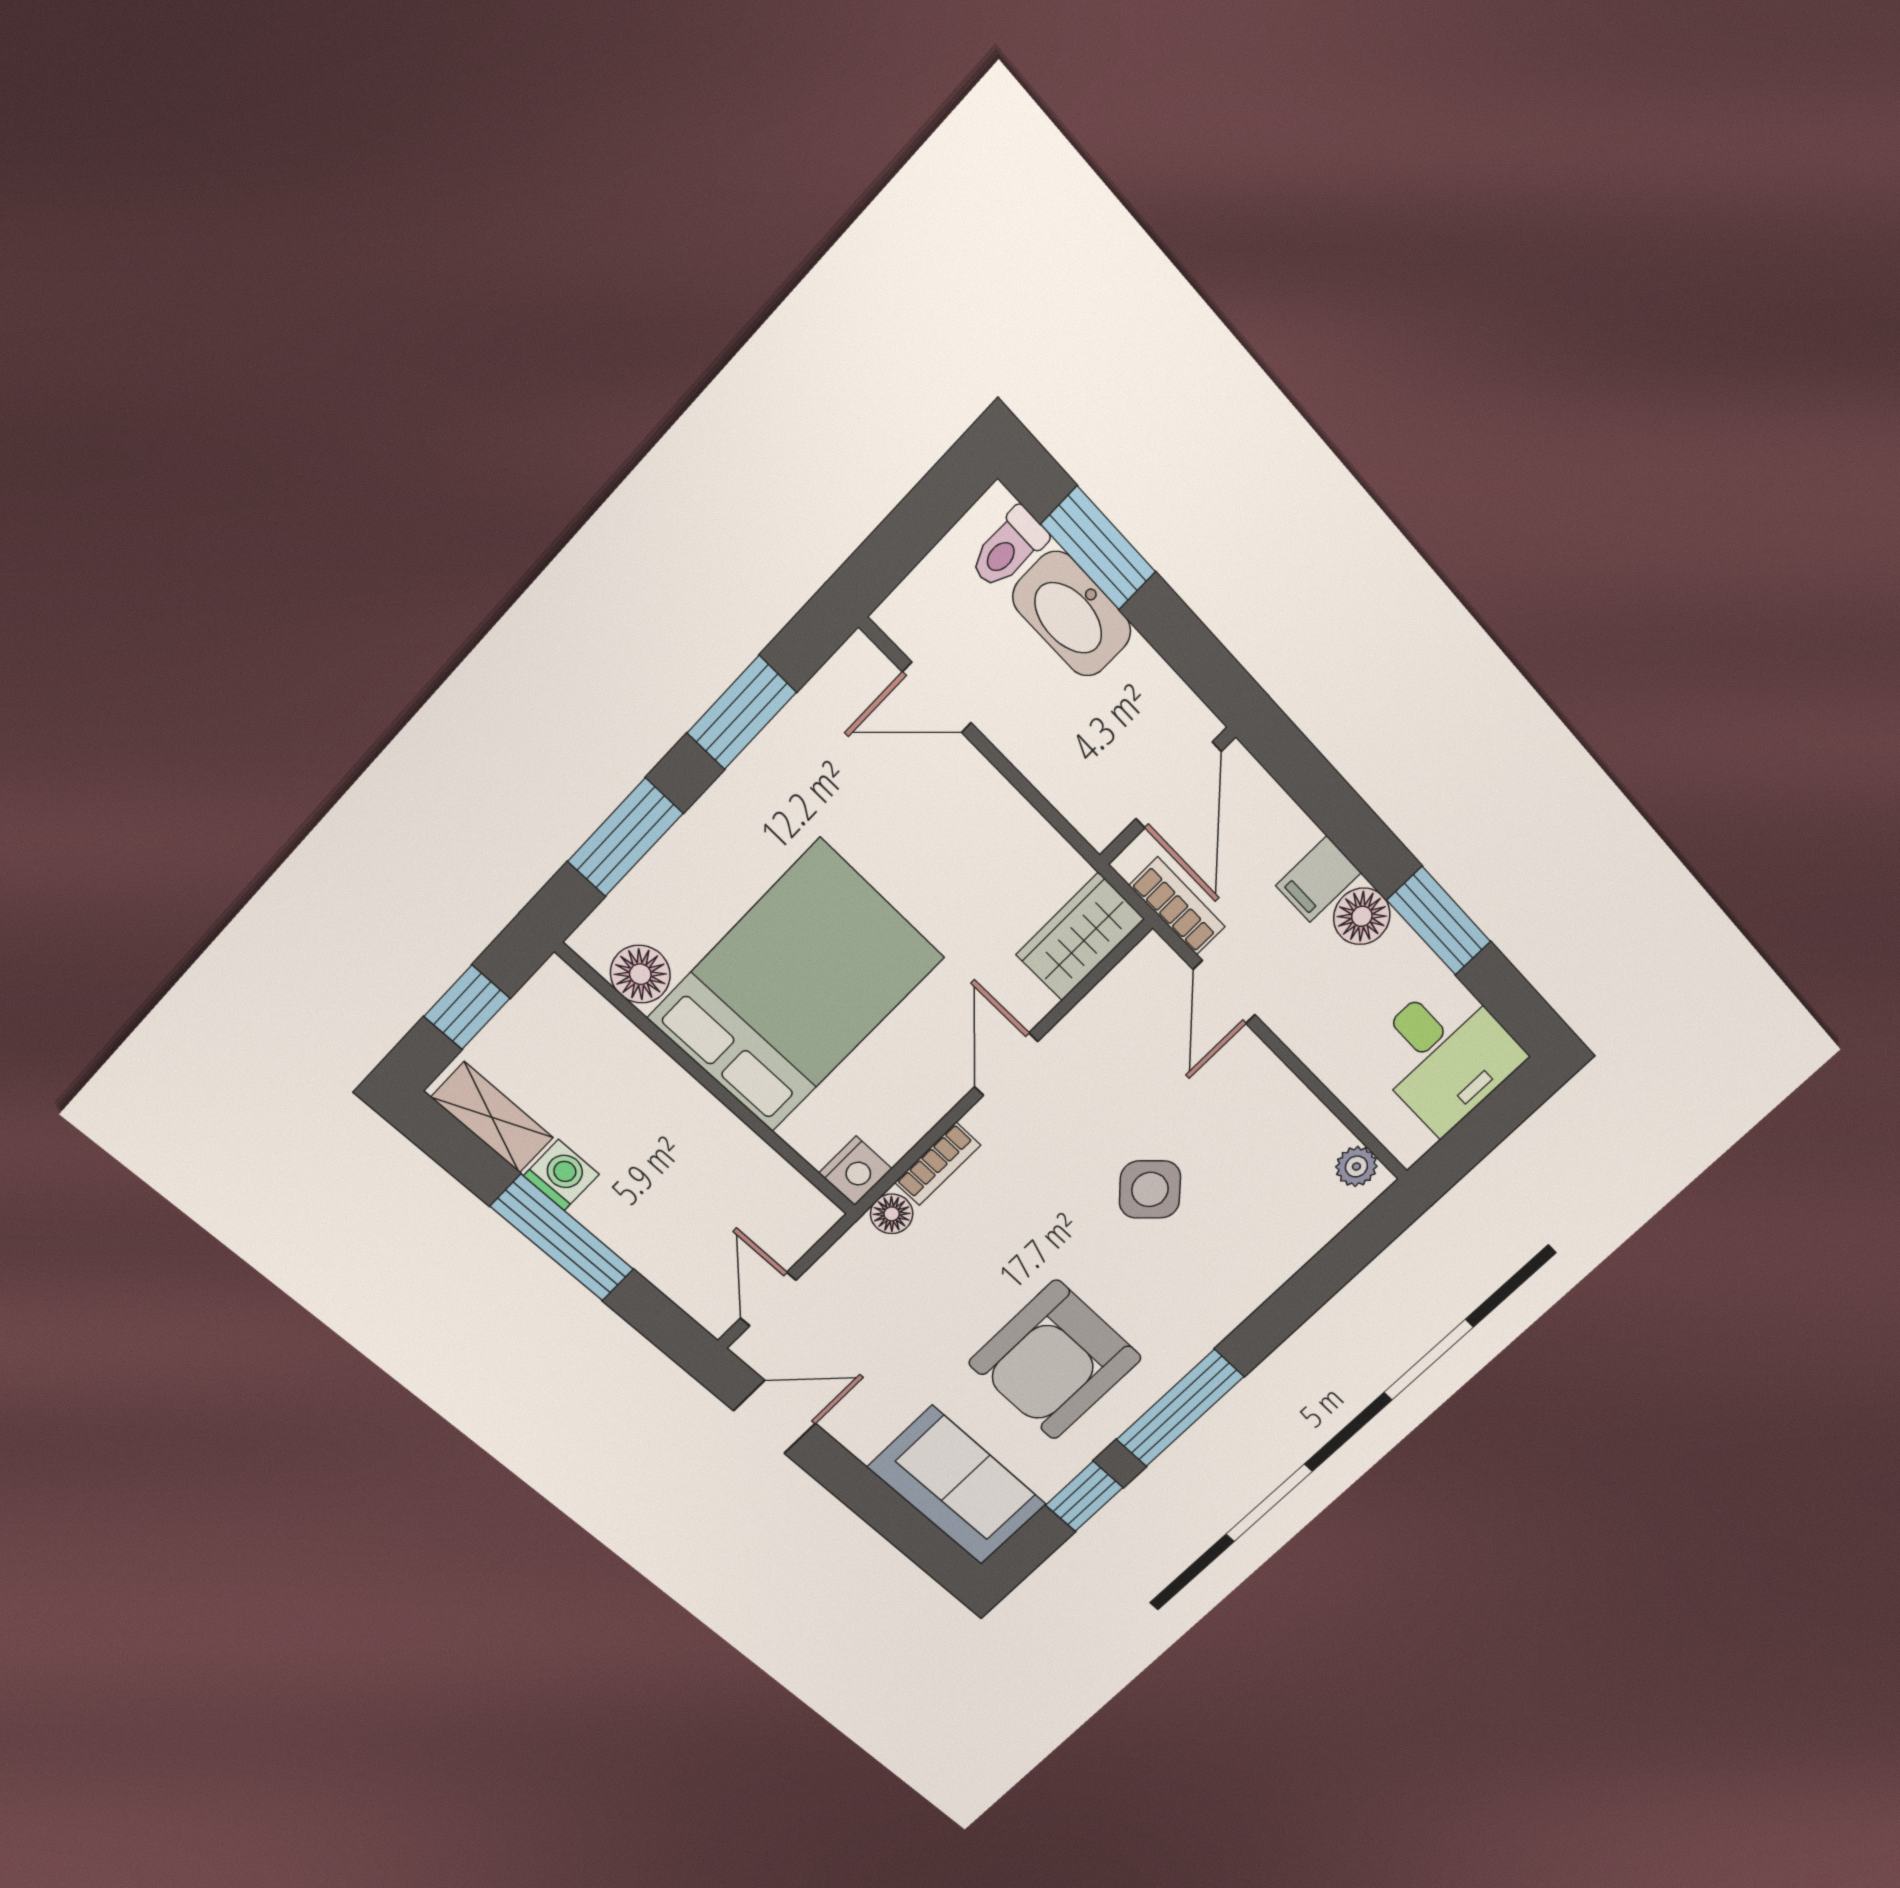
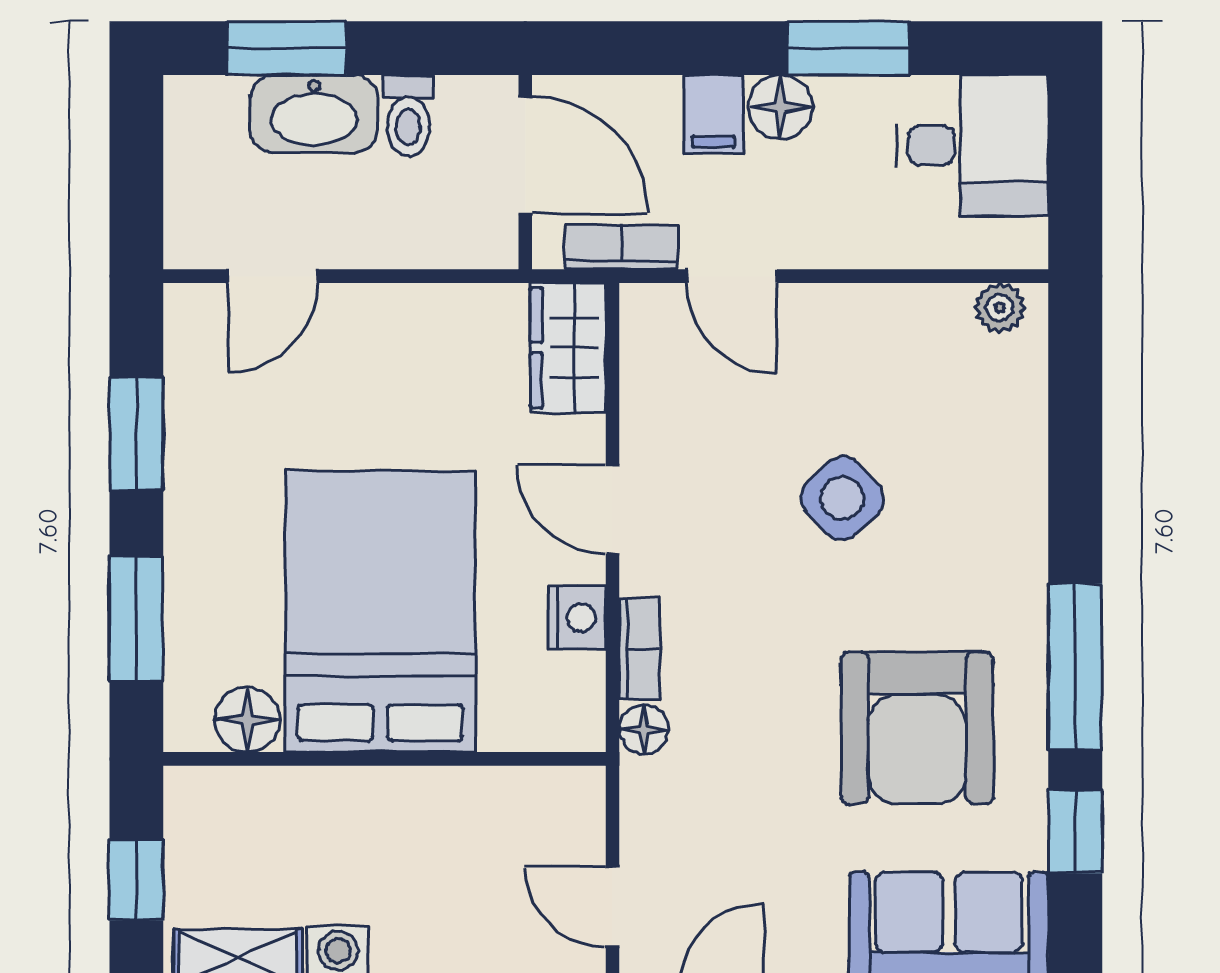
toilet: (1008, 548) -> (408, 116), moved
nightstand: (855, 1171) -> (577, 617), moved

